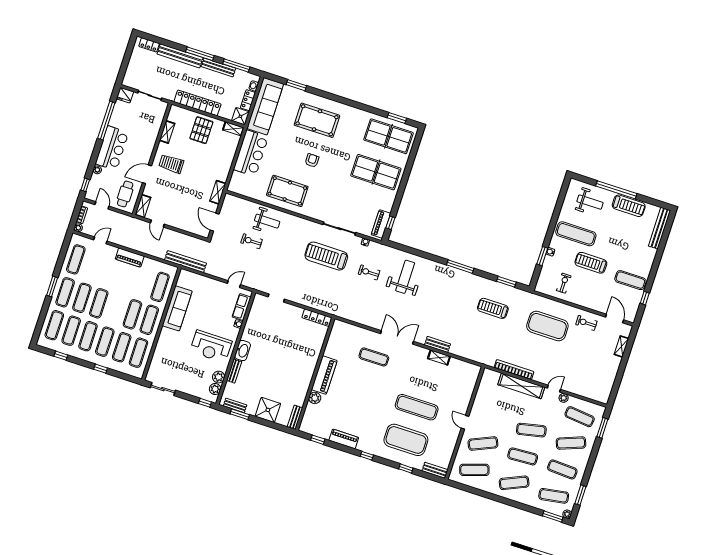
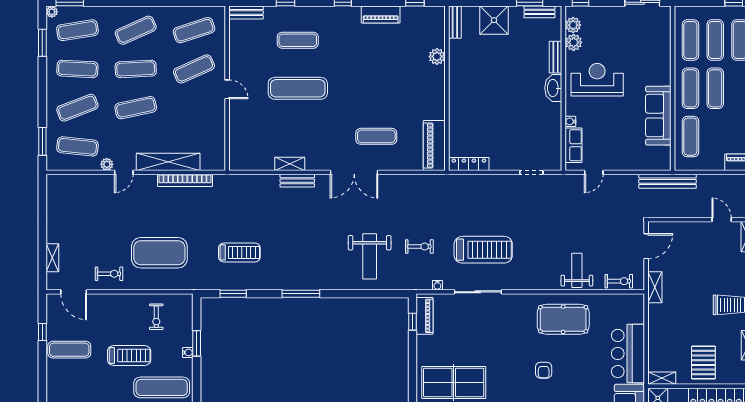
weight bench: (267, 221) -> (577, 270), turned 90
door: (215, 222) -> (646, 246), hinge flipped
exercise bike: (252, 241) -> (619, 281), moved
piano: (324, 375) -> (434, 146), moved
exercise mat: (406, 440) -> (298, 40), width x0.50, depth x0.69

